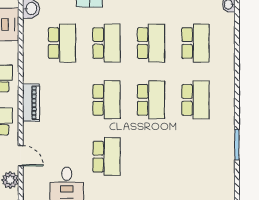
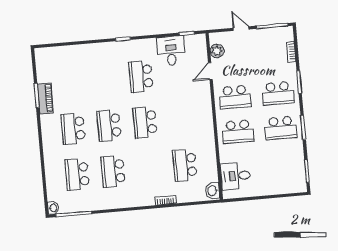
school desk: (107, 43) -> (149, 168), removed
piano: (31, 103) -> (45, 99), moved, turned 180
door: (21, 156) -> (210, 71), hinge flipped

